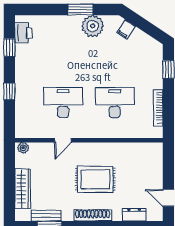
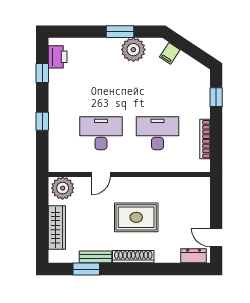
plant: (23, 148) -> (63, 188), width x1.88, depth x1.88
dresser: (134, 215) -> (194, 256), moved
bench: (46, 216) -> (96, 257), moved

